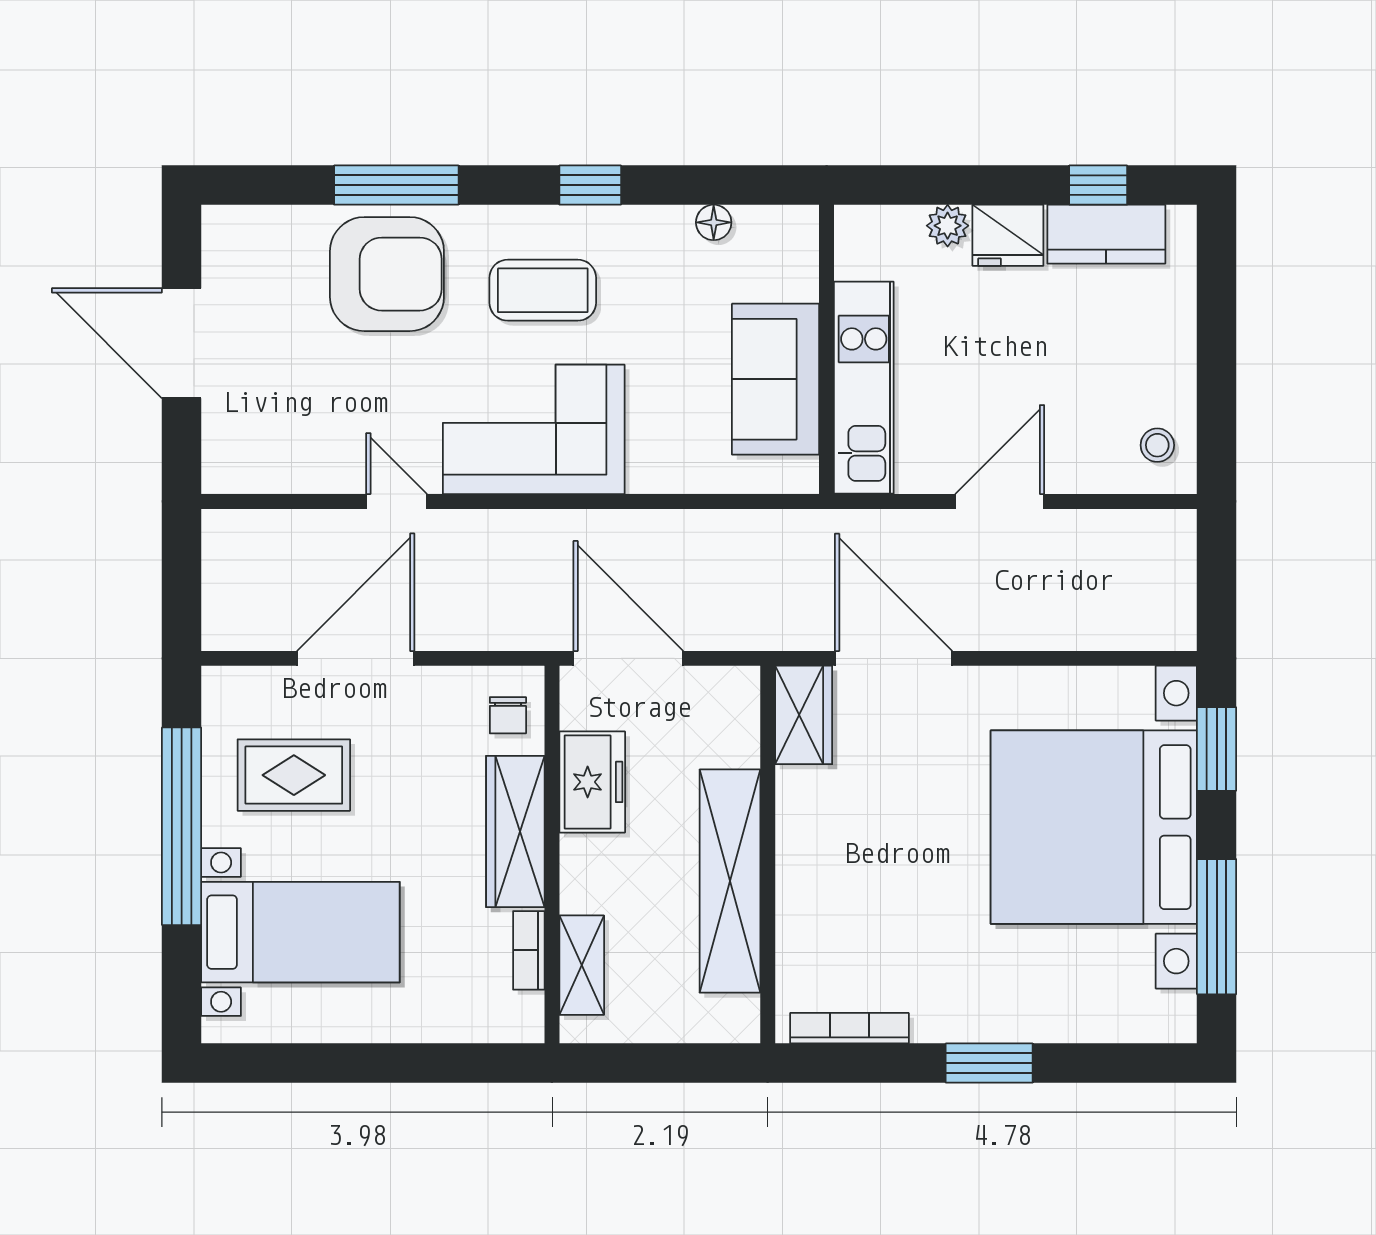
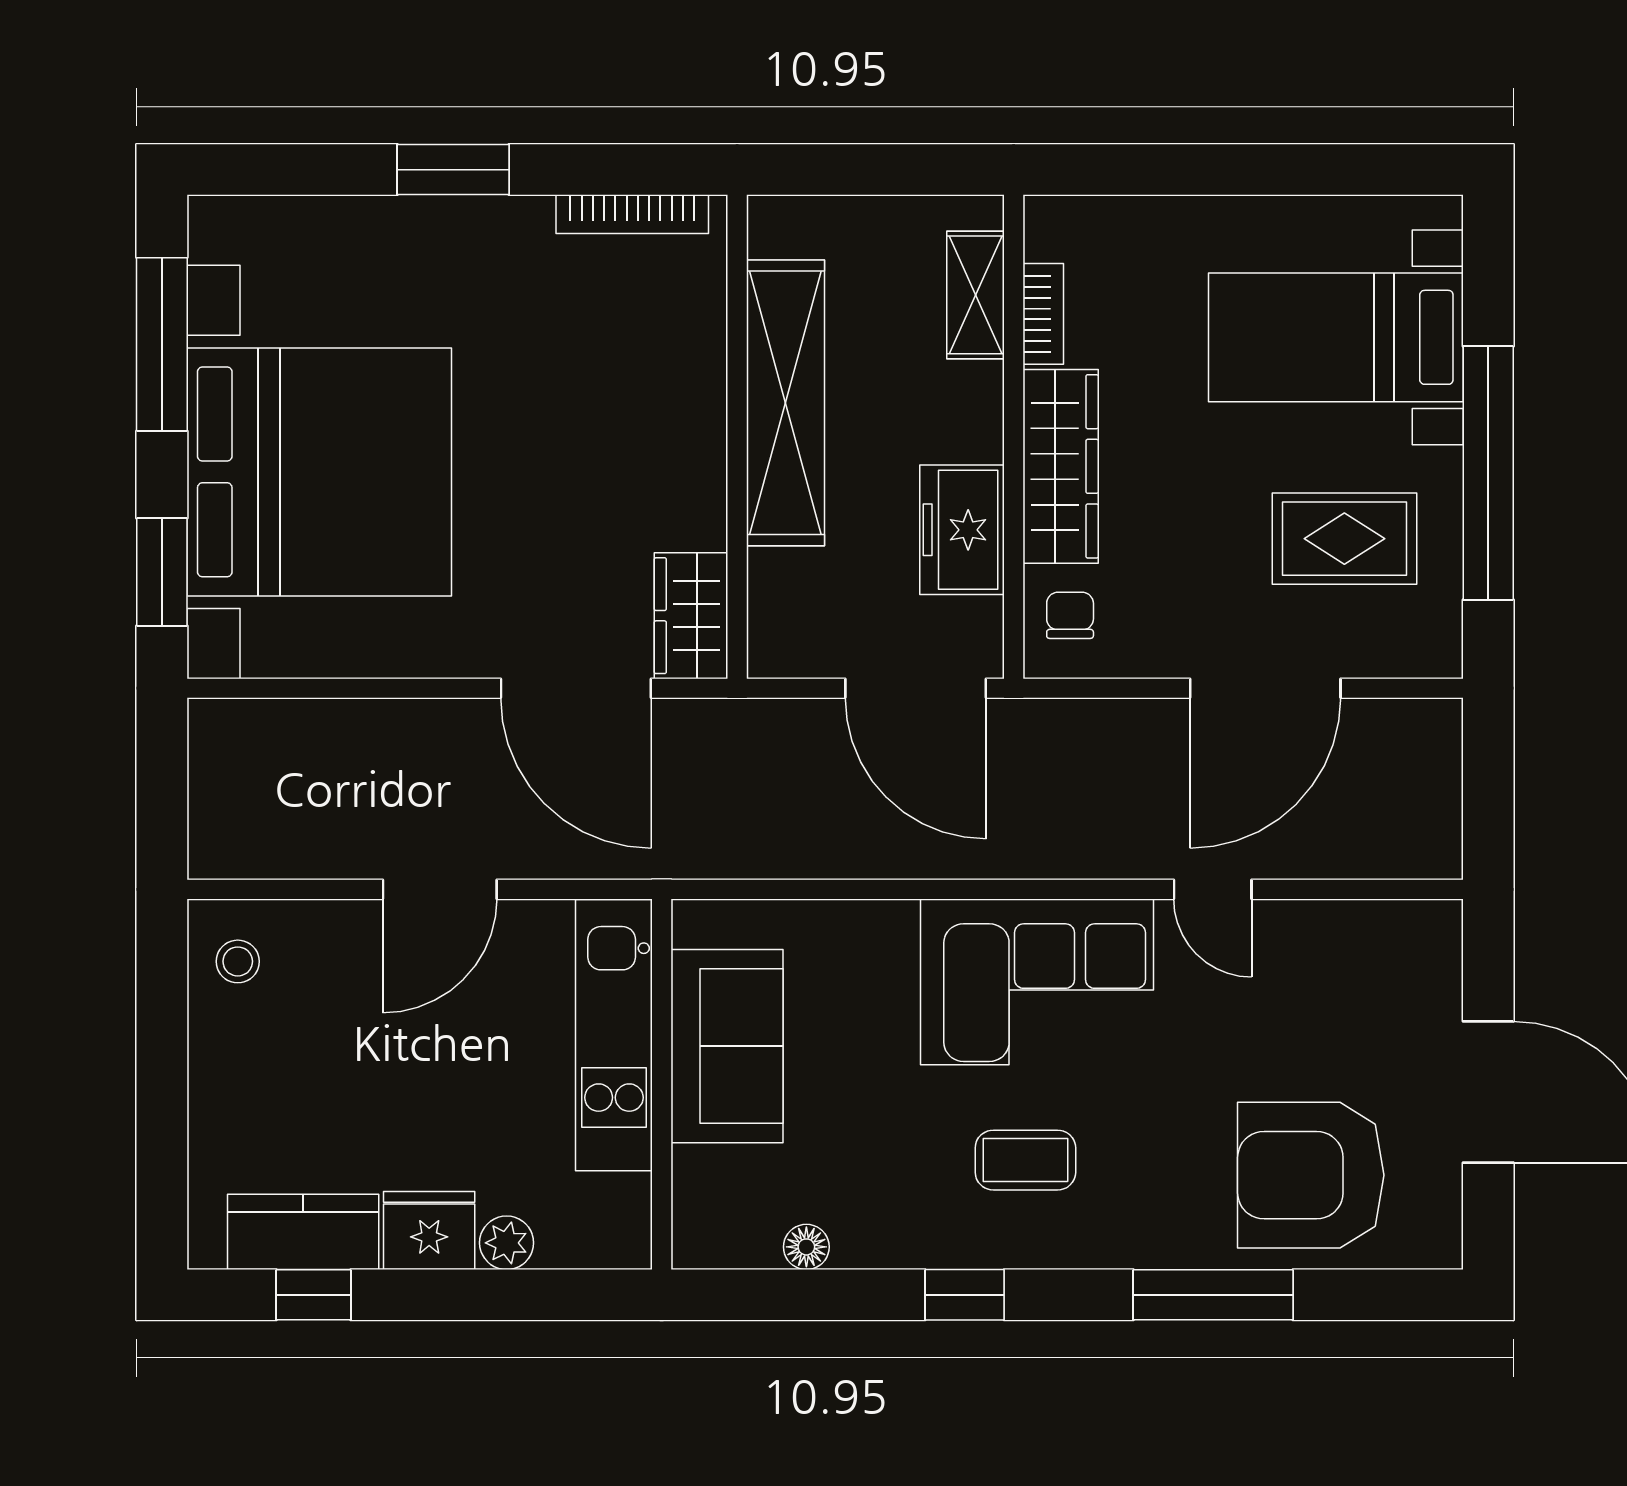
armchair: (387, 274) -> (1311, 1175), moved
coffee table: (543, 290) -> (1025, 1160), width x0.73, depth x0.77

